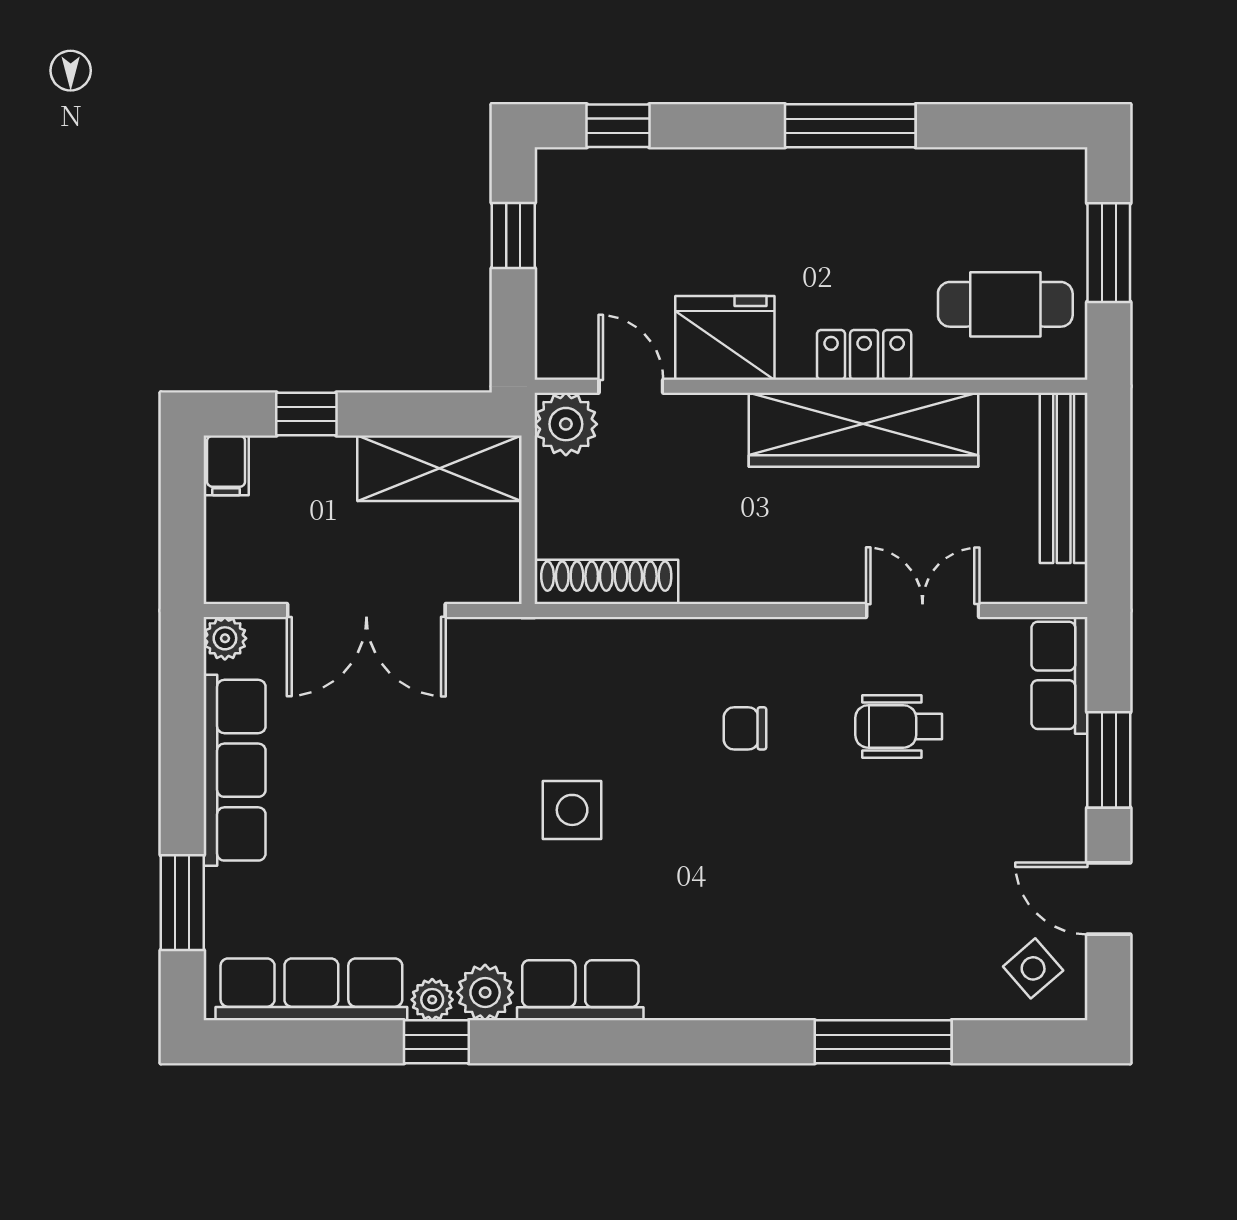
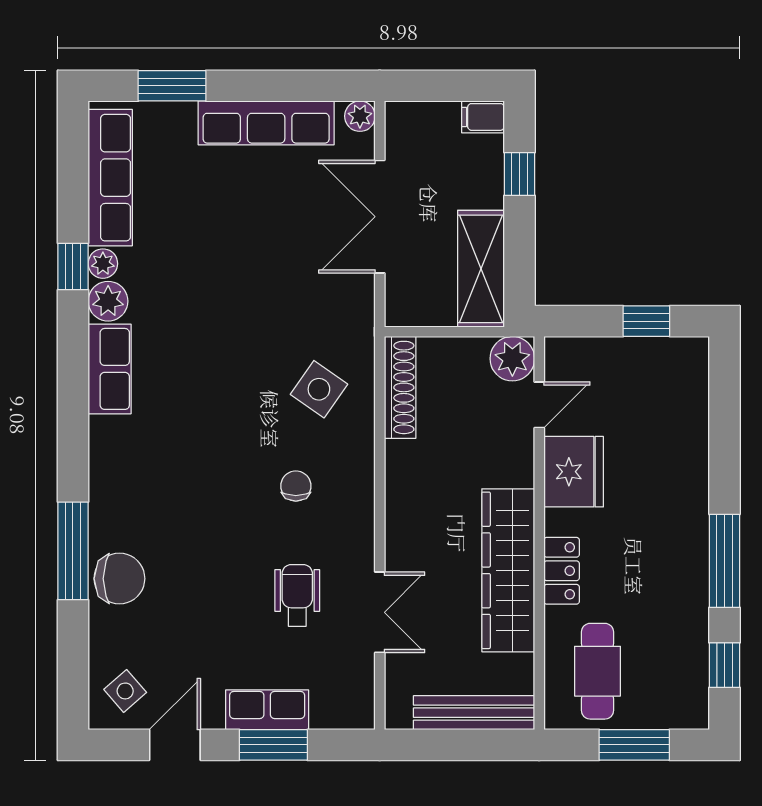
window: (618, 126) -> (724, 665), moved
row of seats: (1060, 675) -> (267, 710), moved
side table: (572, 810) -> (319, 389), moved, turned 35
chair: (875, 976) -> (119, 579), added
window: (883, 1042) -> (73, 551), moved

